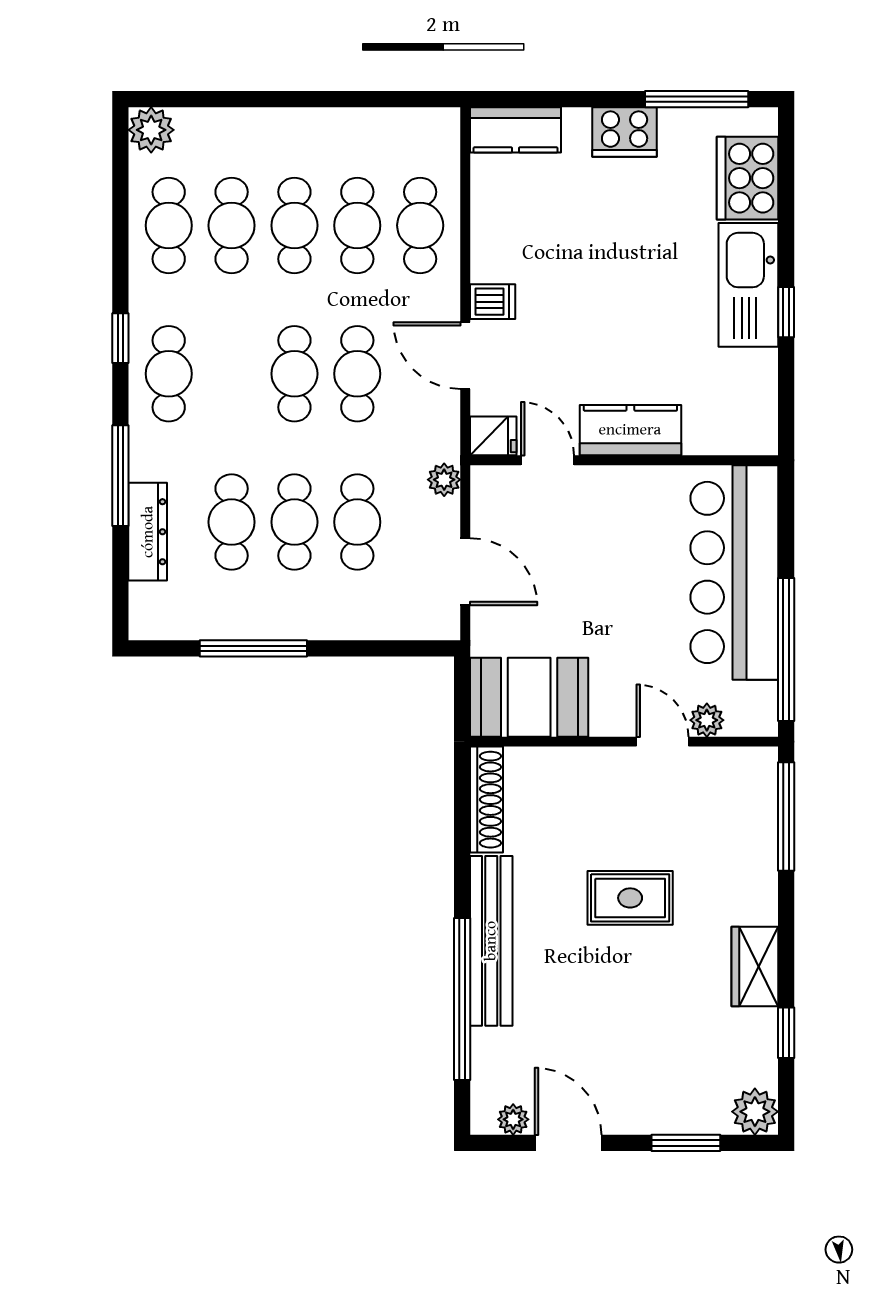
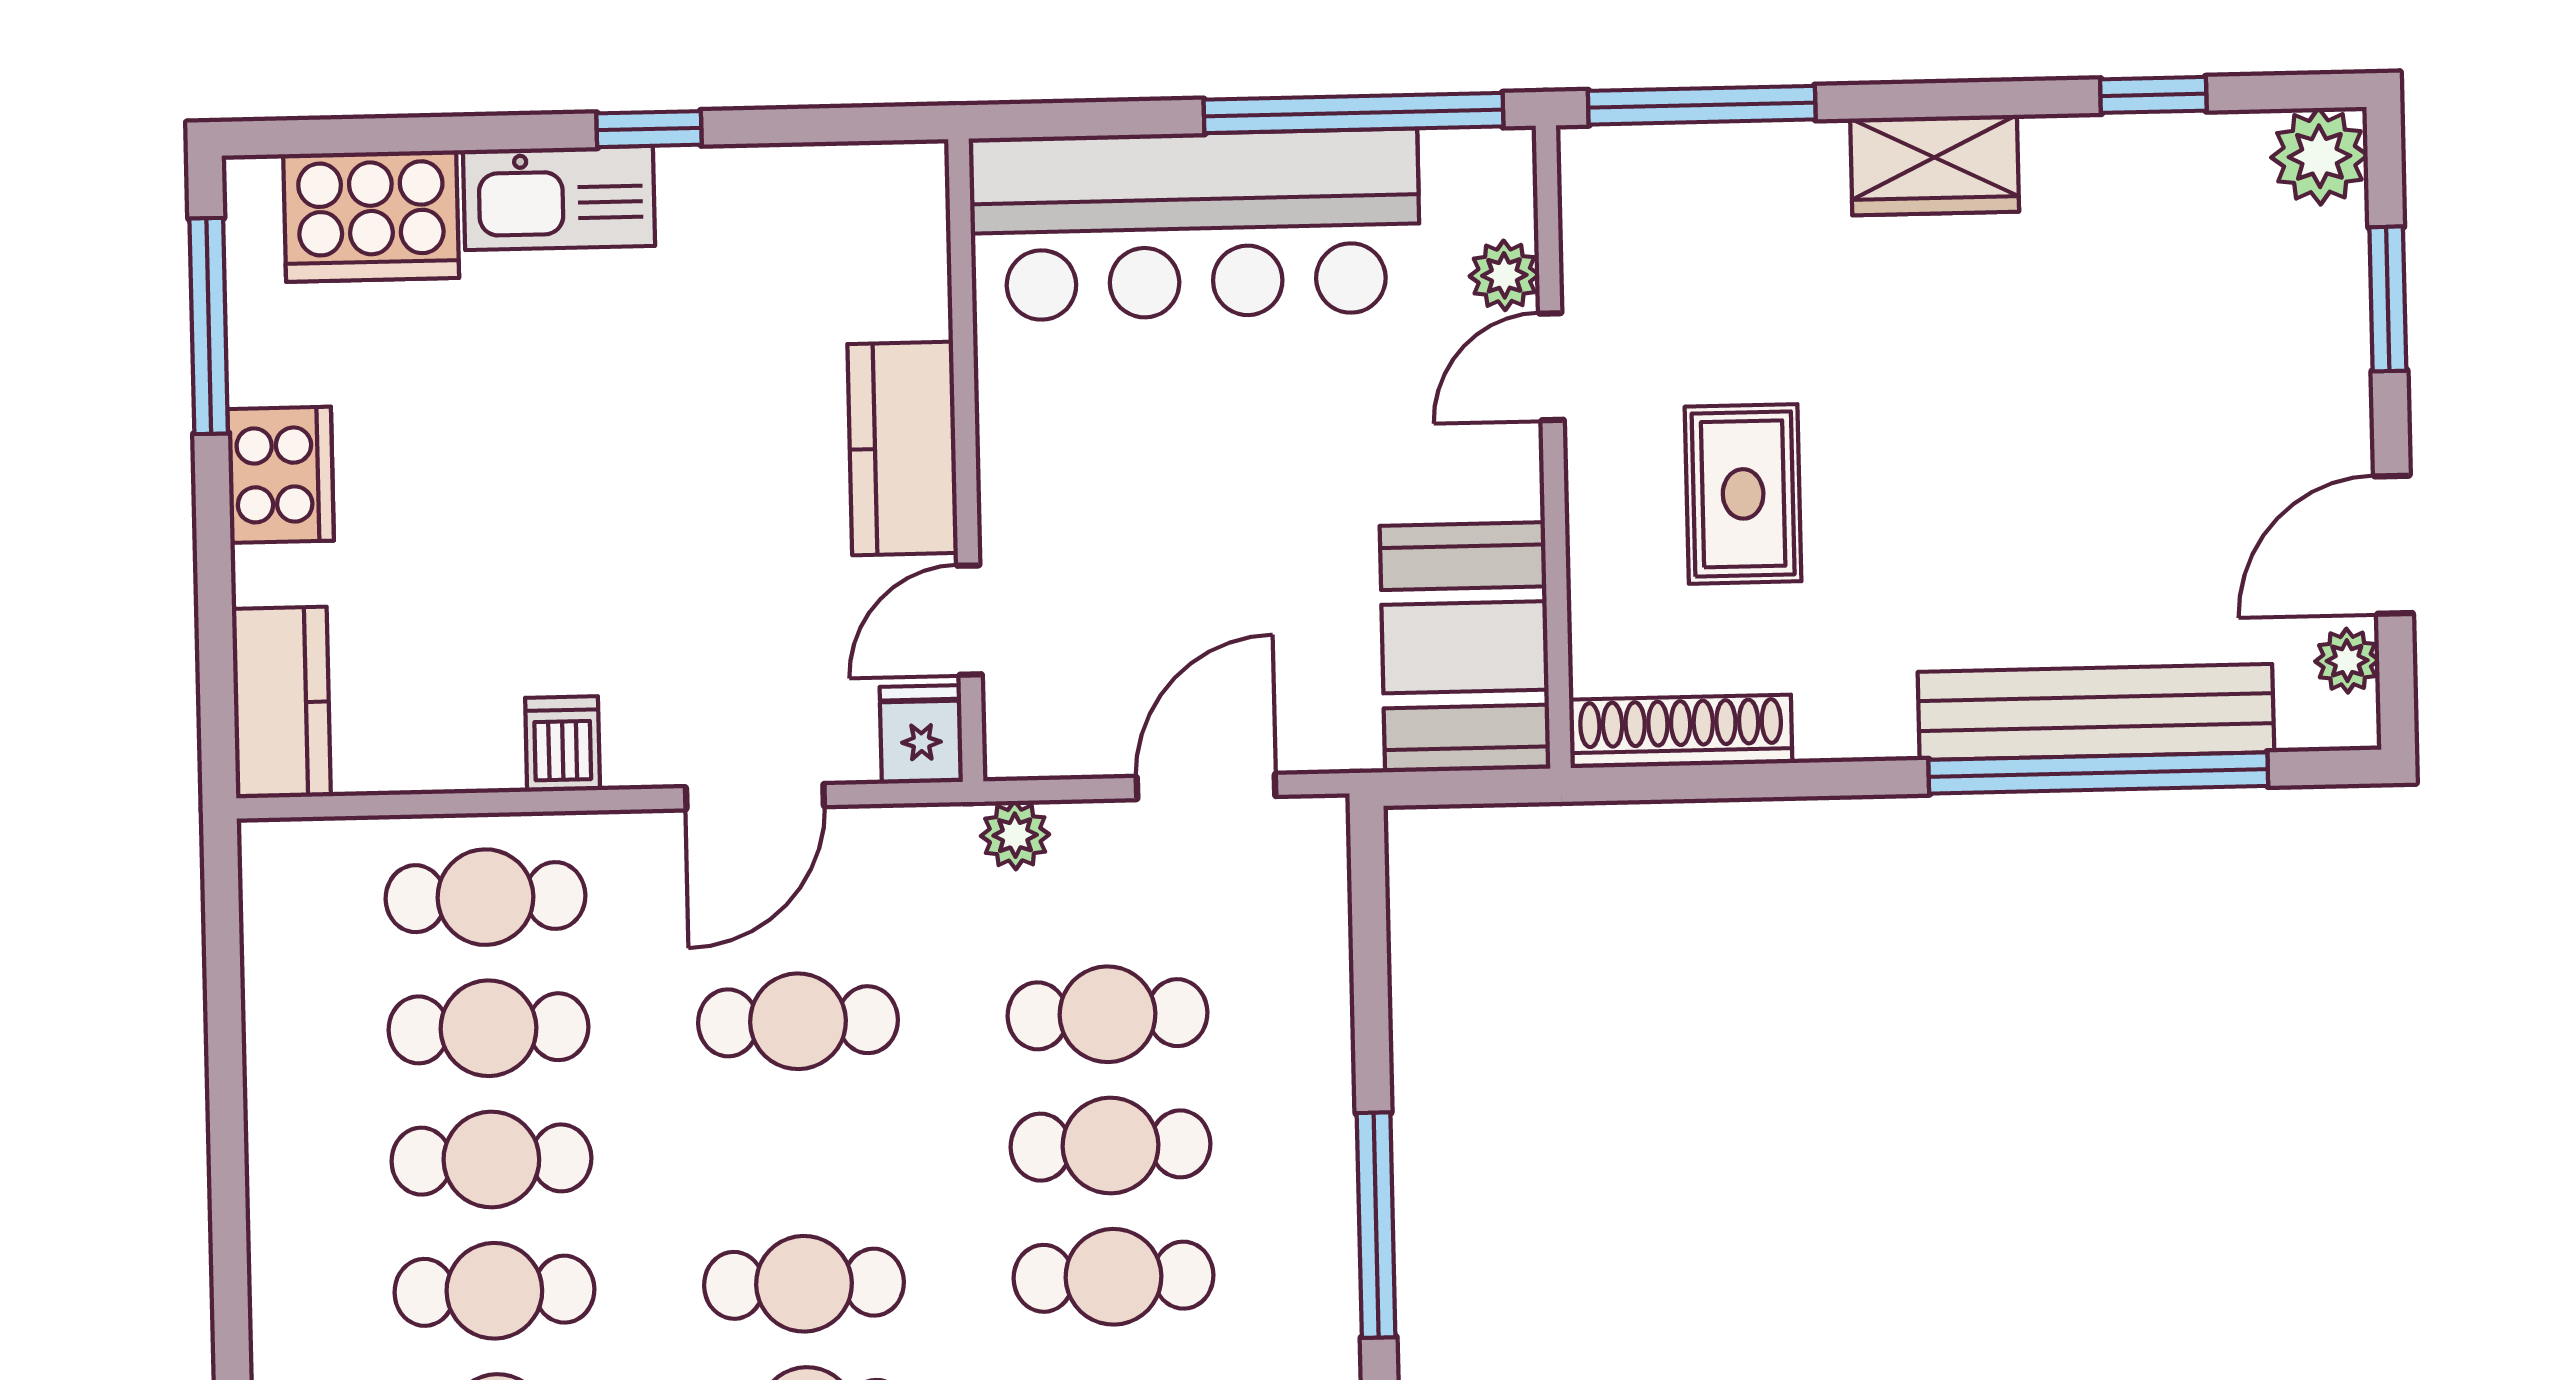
kitchen sink: (748, 285) -> (559, 198), width x0.73, depth x0.81
dishwasher: (493, 302) -> (563, 744), moved
cafe table: (294, 374) -> (804, 1284), moved
rug: (630, 898) -> (1743, 494), moved
bench: (491, 941) -> (2096, 712), moved
wardrobe: (755, 967) -> (1935, 165), moved

